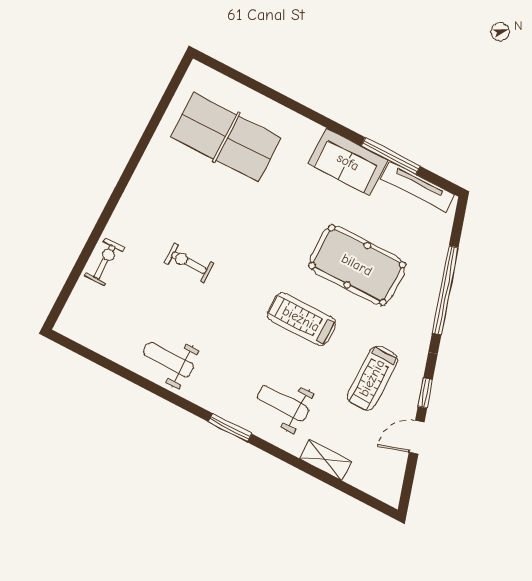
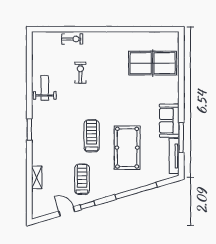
table tennis table: (226, 137) -> (153, 63), turned 90
exercise bike: (189, 263) -> (80, 73), moved
treadmill: (372, 378) -> (82, 179), turned 90
weight bench: (283, 403) -> (52, 147), removed

